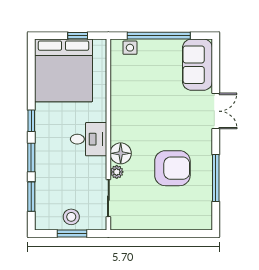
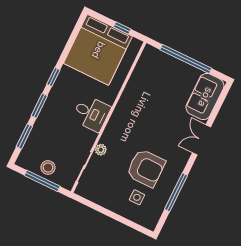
side table: (130, 48) -> (137, 197), moved
double door: (216, 111) -> (202, 140), swing flipped
floor lamp: (121, 153) -> (111, 137), removed
window: (72, 234) -> (42, 181), width x1.44

